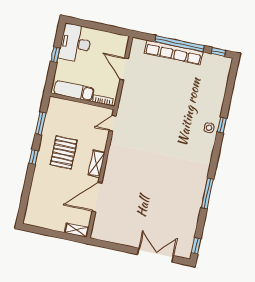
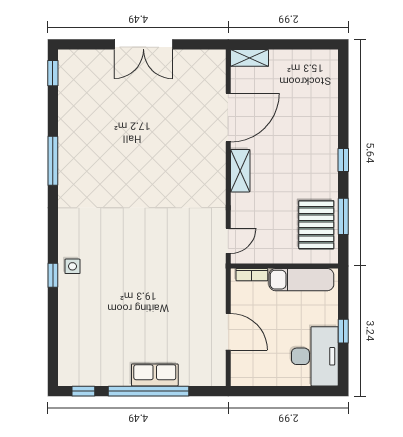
row of seats: (174, 52) -> (155, 375), width x0.50
pallet: (64, 153) -> (316, 225), moved
double door: (156, 255) -> (143, 44), moved

